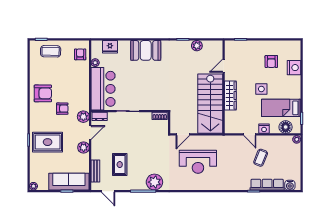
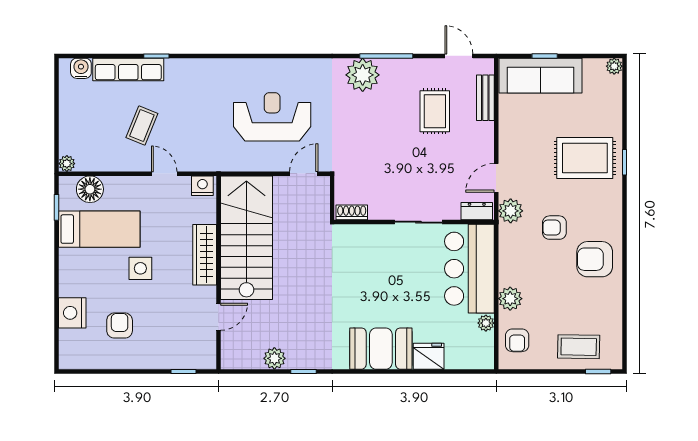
fridge: (110, 47) -> (429, 356), moved
nightstand: (264, 129) -> (202, 186), moved
plant: (84, 147) -> (510, 299), moved

